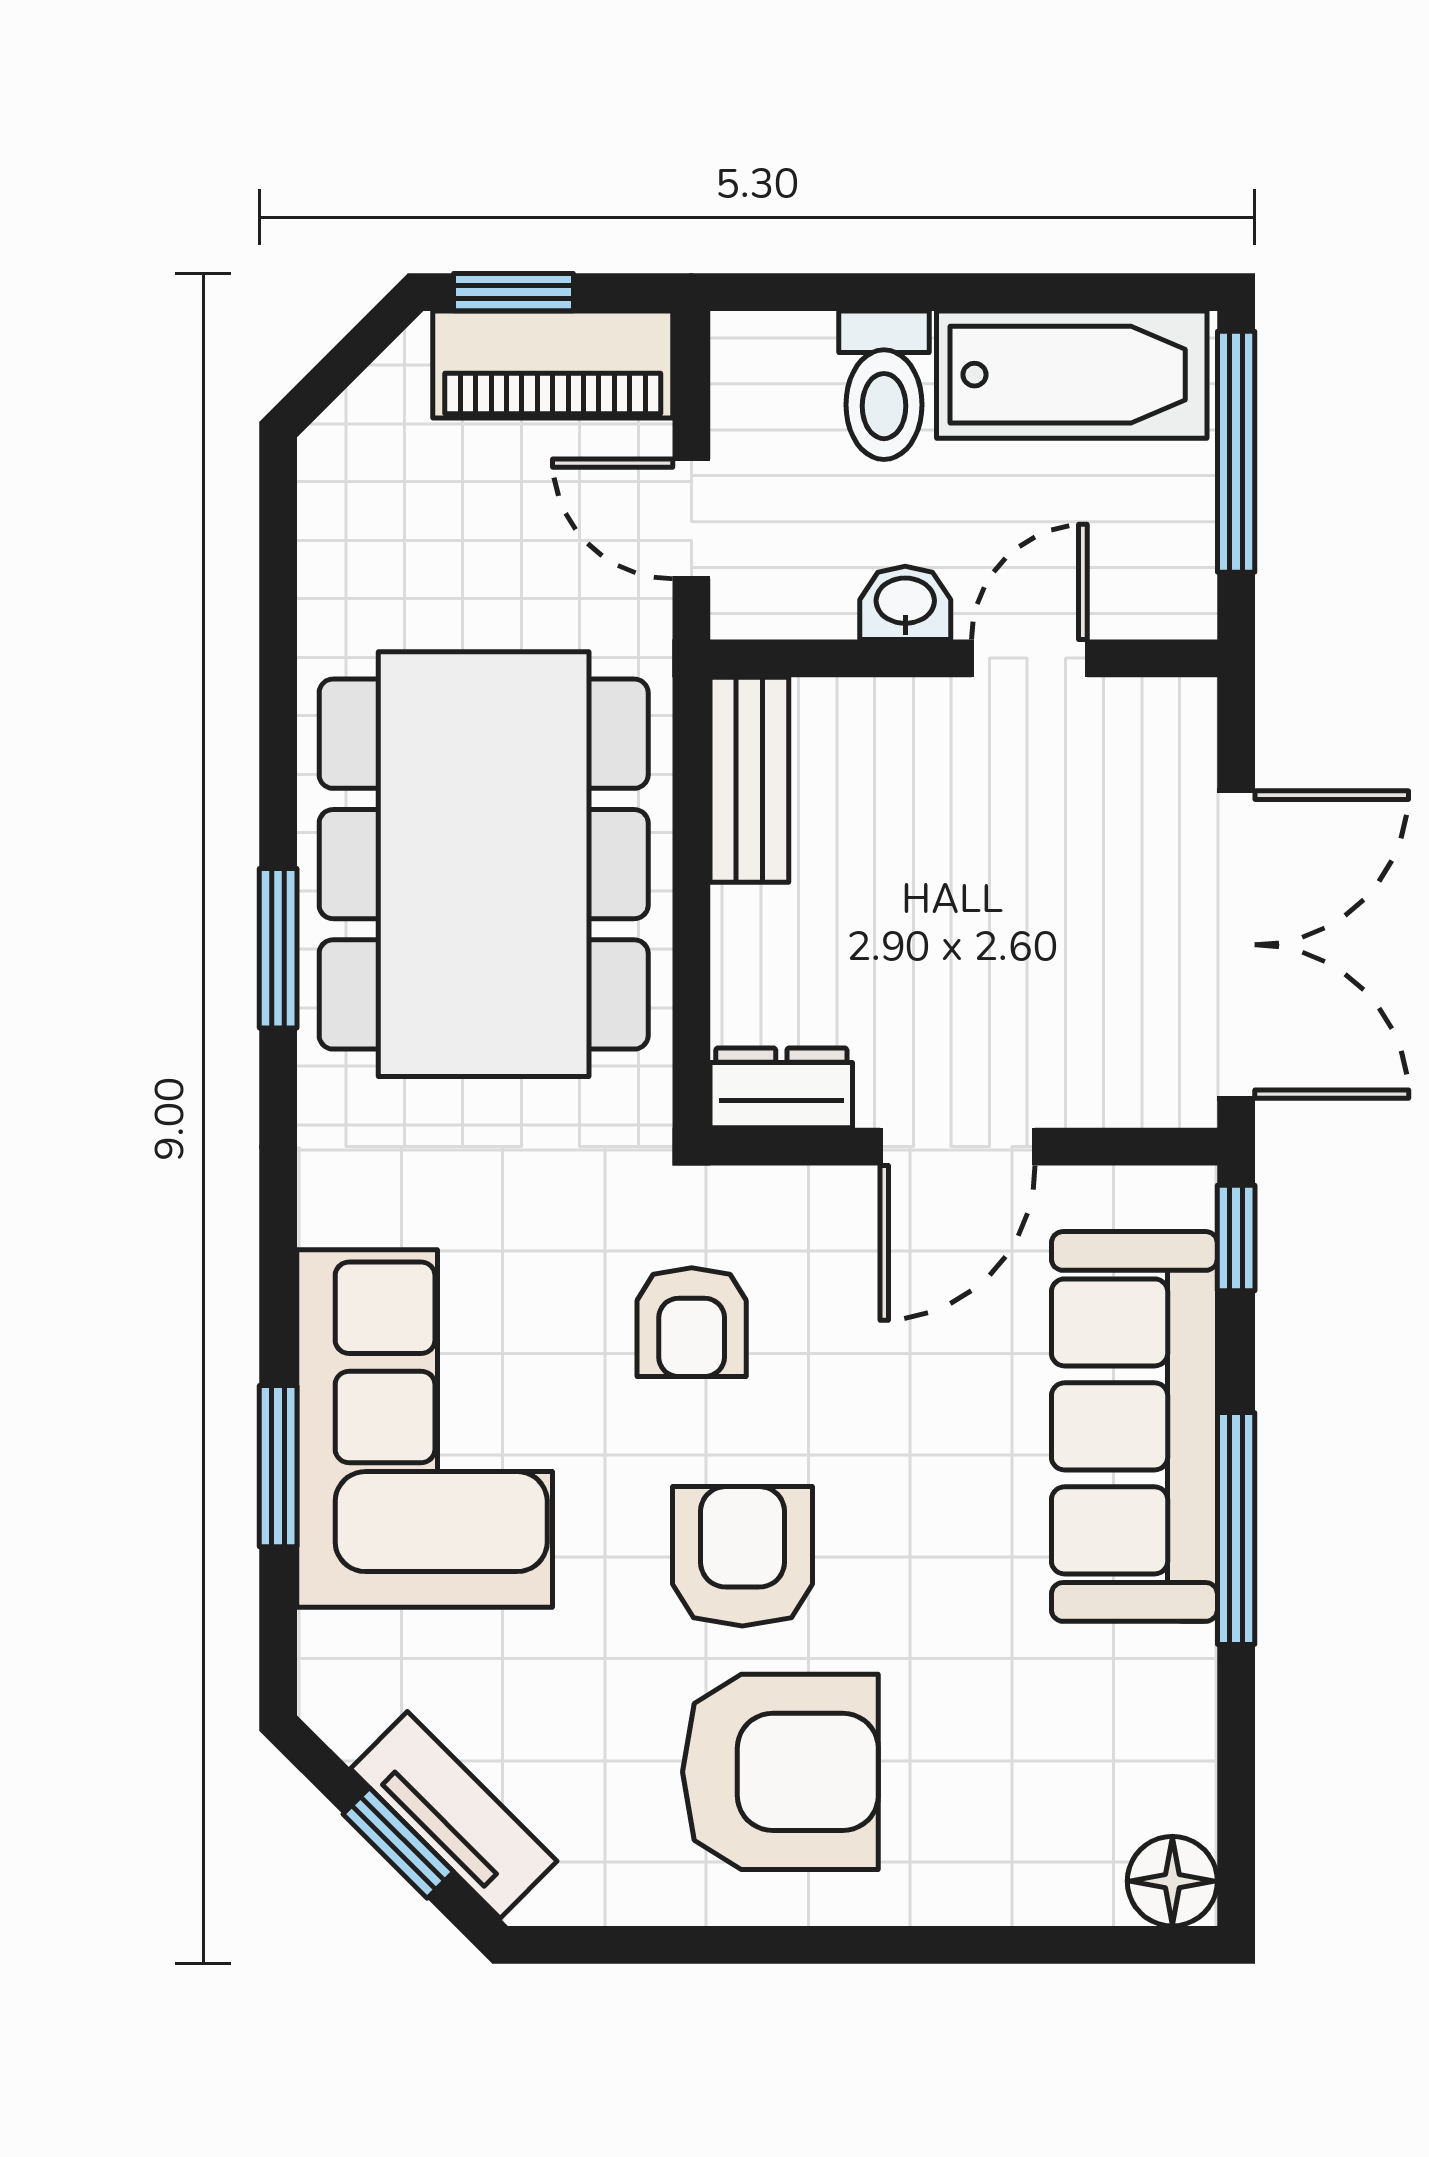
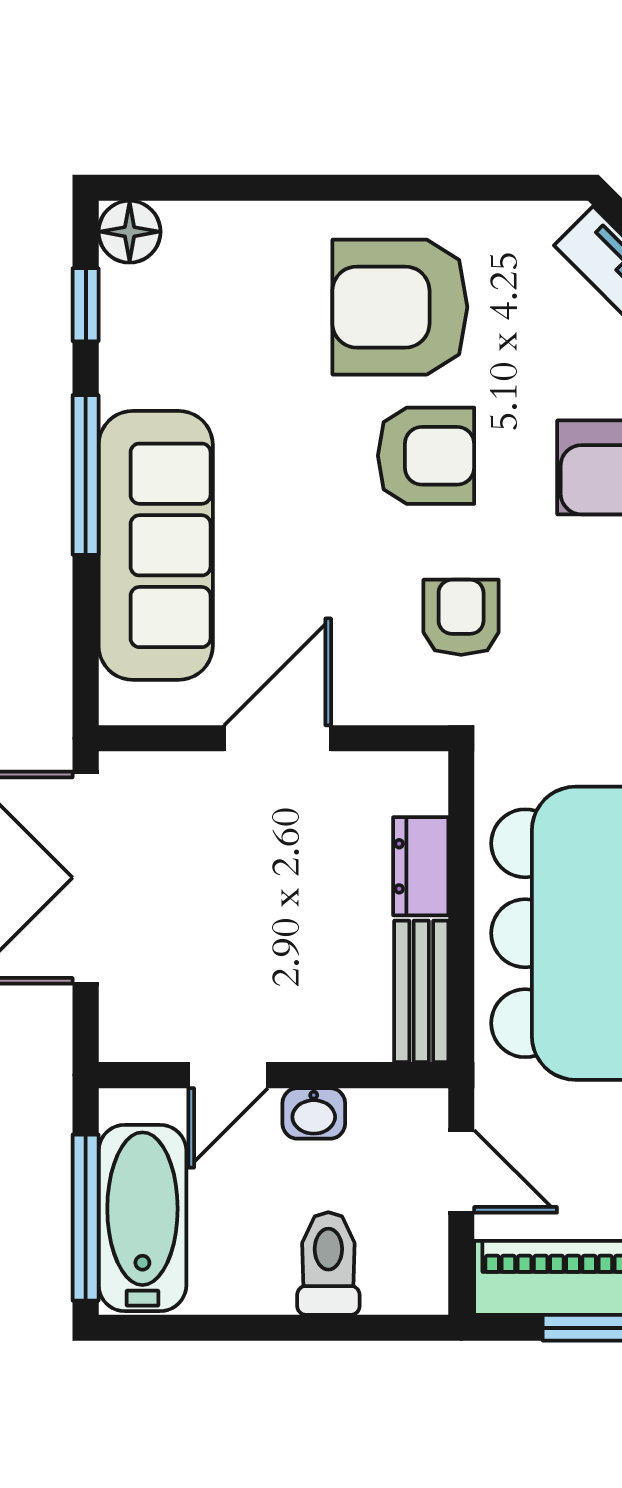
bathtub: (1072, 375) -> (142, 1218), moved, turned 90
dresser: (781, 1088) -> (421, 866), moved, turned 90
window: (1236, 1238) -> (86, 305), moved
armchair: (742, 1556) -> (426, 456), turned -90

